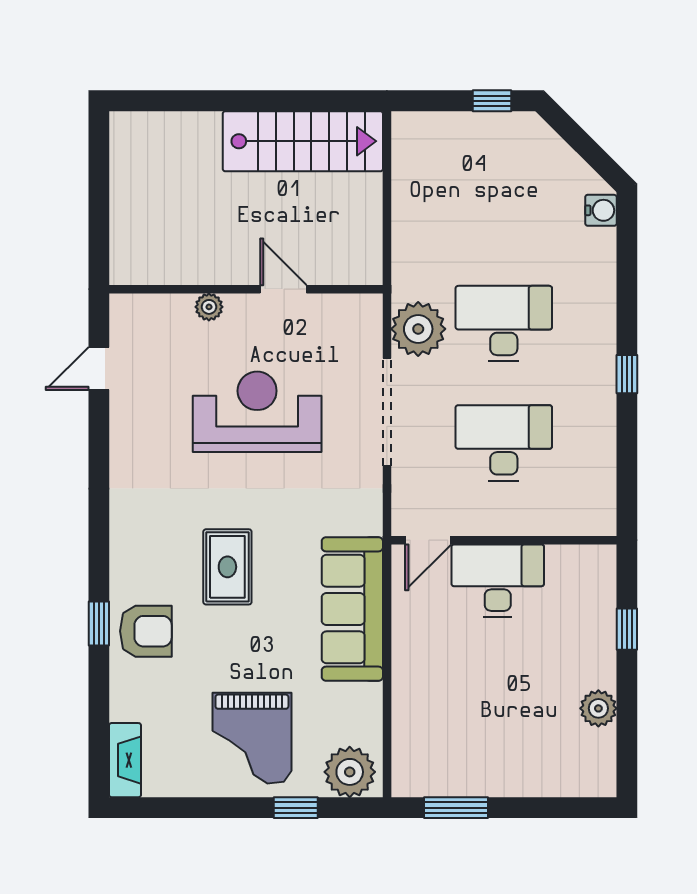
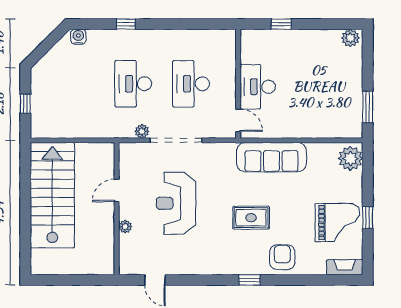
window: (492, 101) -> (25, 104), moved
stairs: (303, 141) -> (52, 195), width x1.36, depth x1.51
plant: (418, 329) -> (142, 131), width x0.53, depth x0.53
window: (627, 374) -> (126, 24), moved
window: (99, 623) -> (250, 280), moved
plant: (598, 708) -> (350, 38), moved
grand piano: (252, 738) -> (337, 223), moved
window: (296, 808) -> (368, 218), moved

